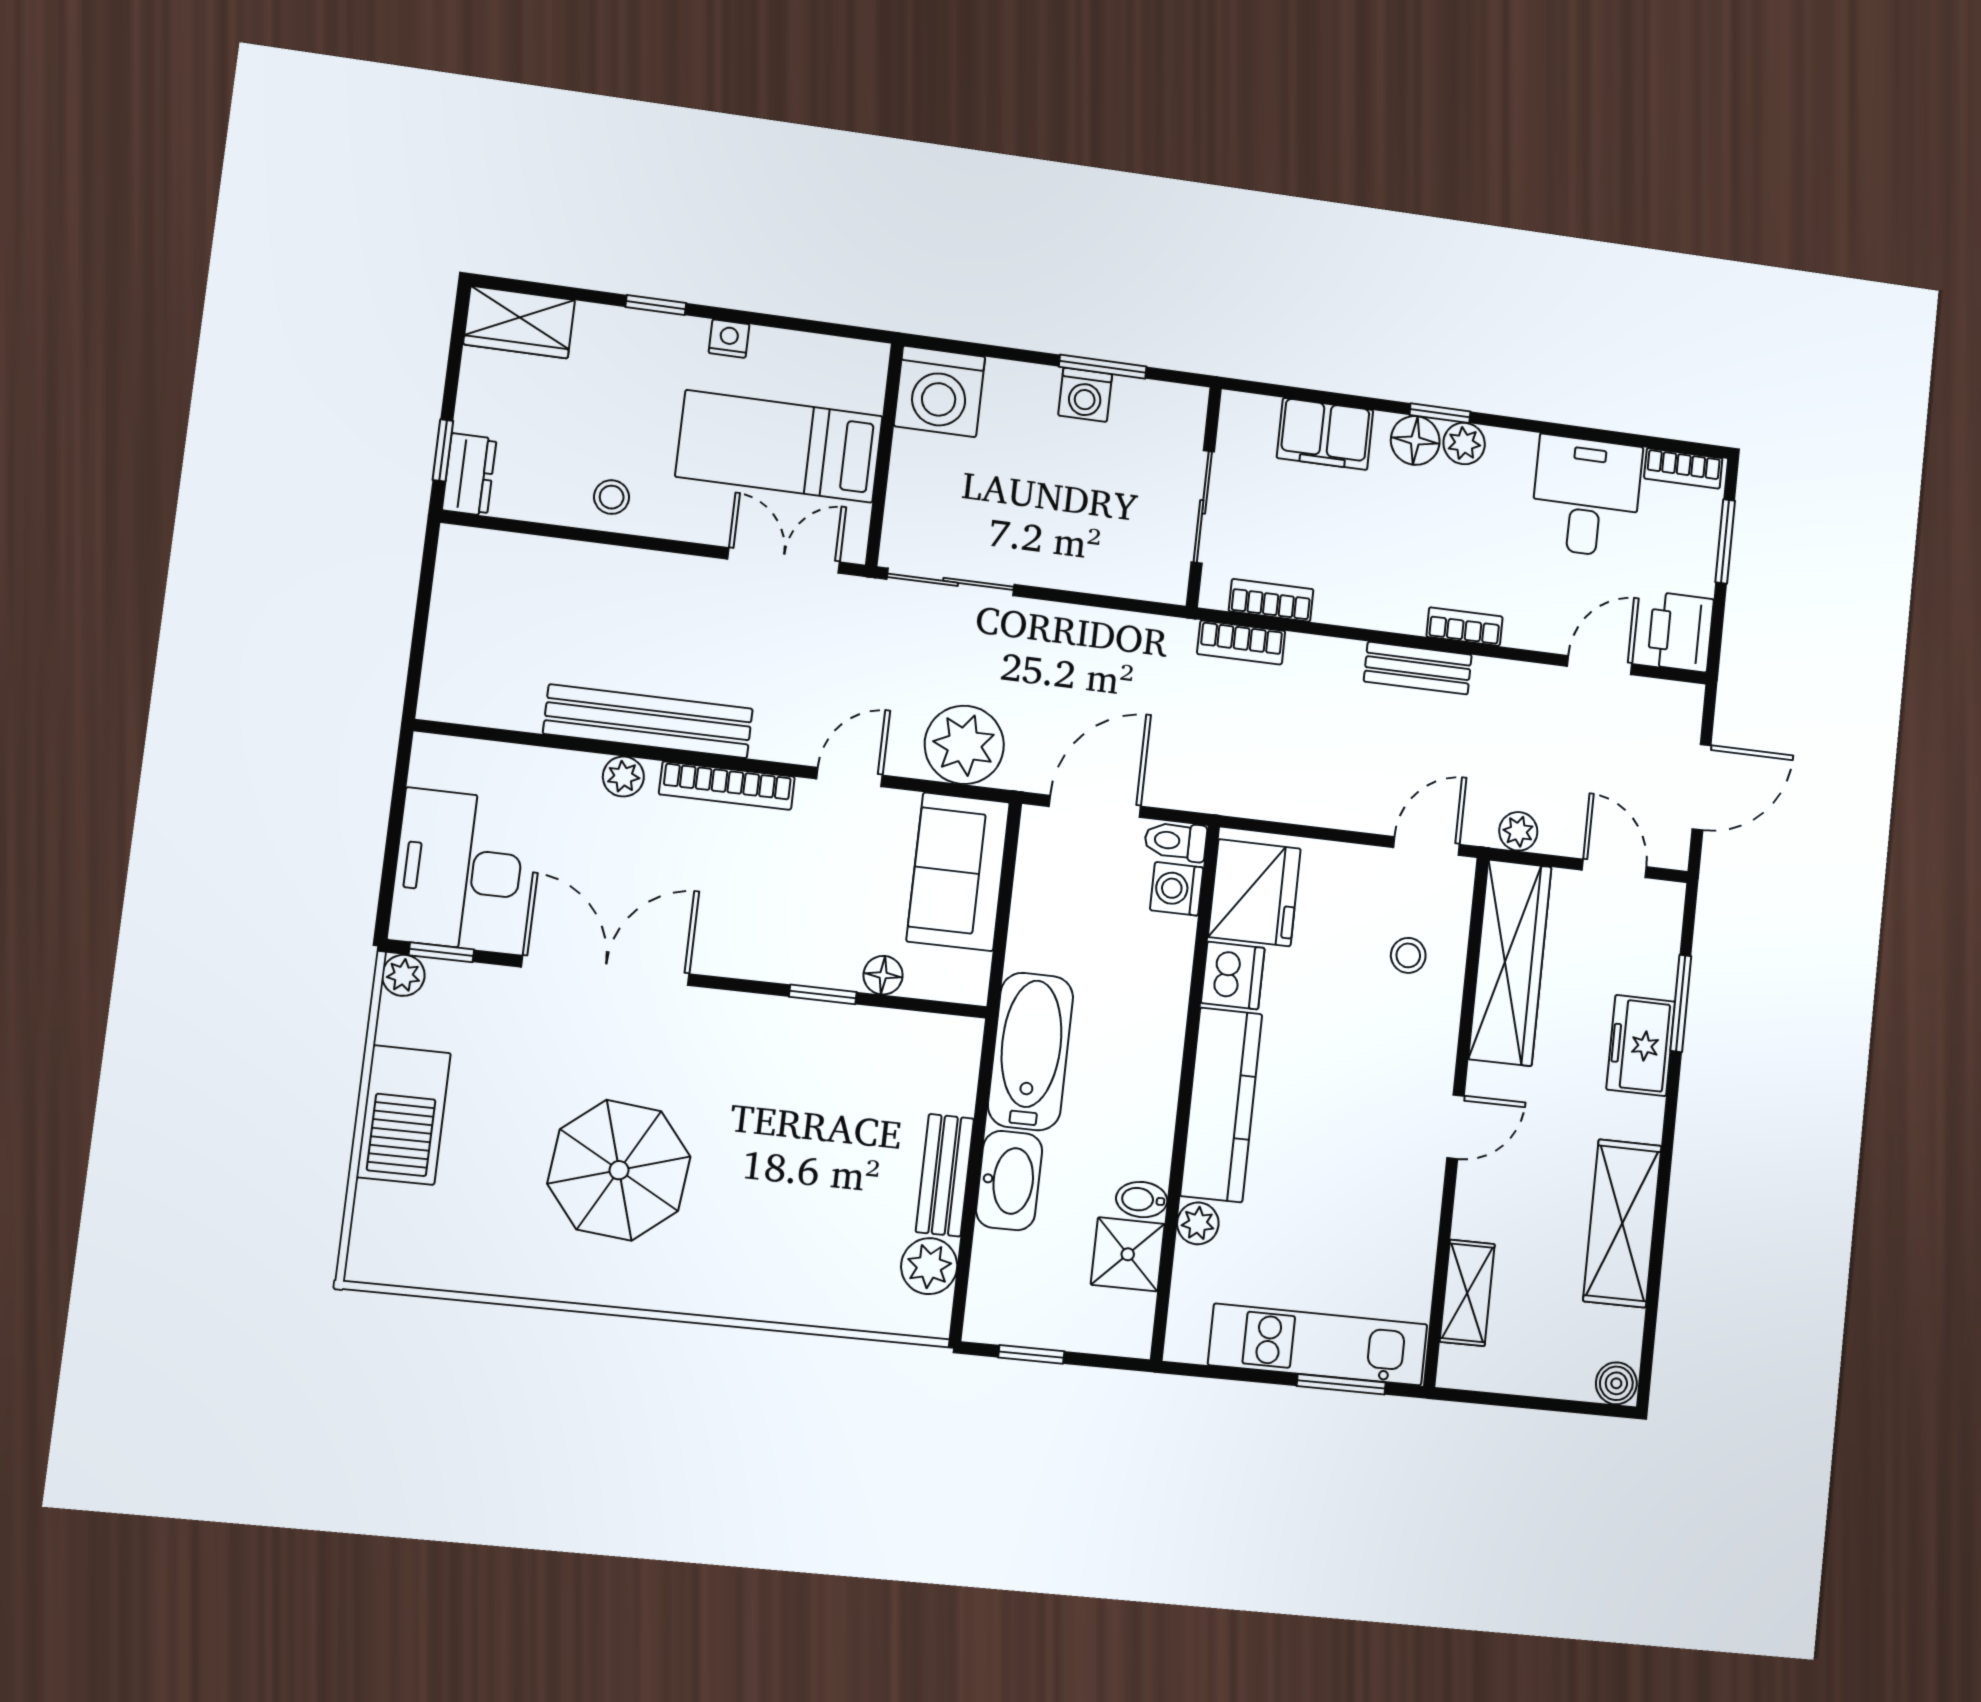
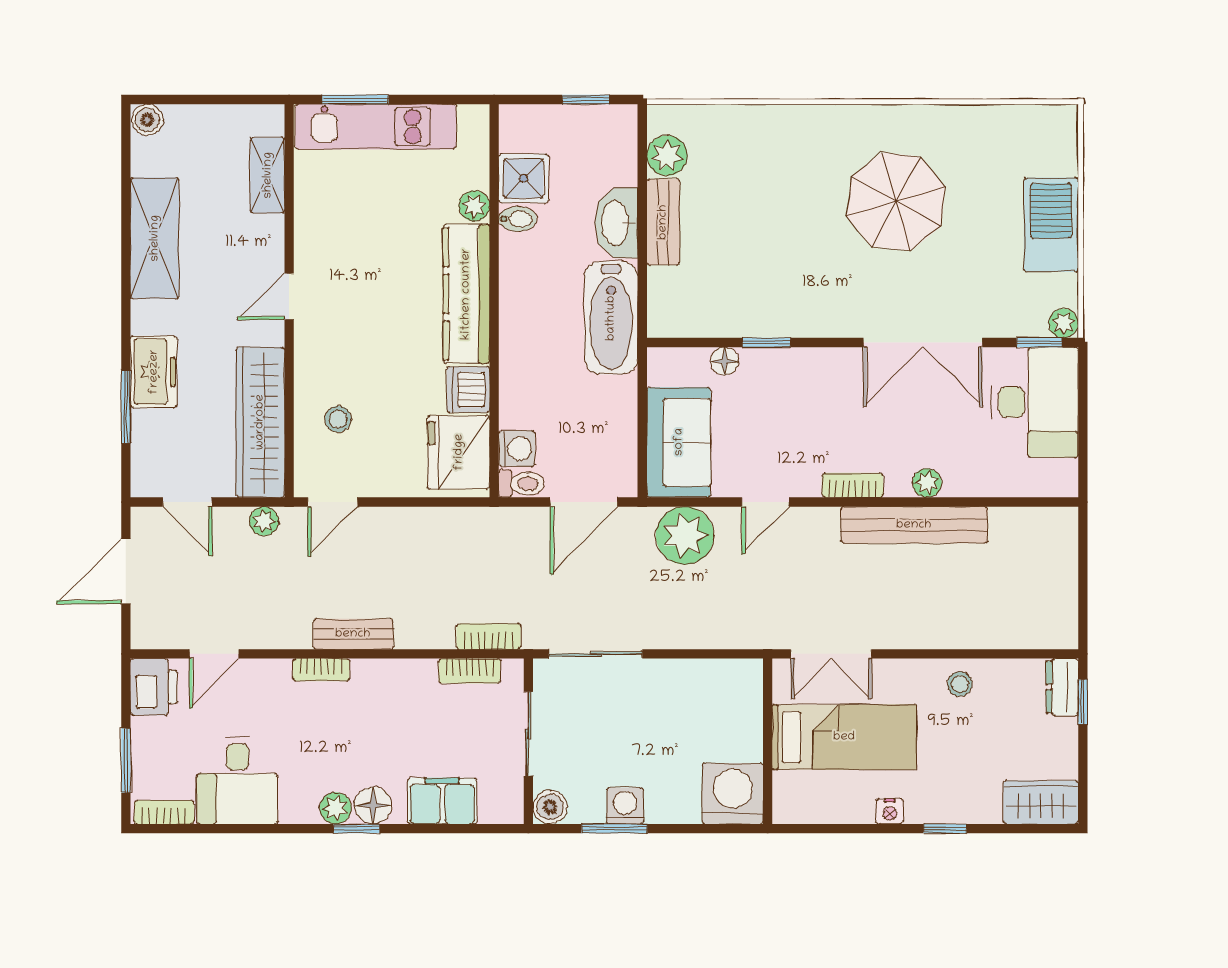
boiler: (1185, 407) -> (550, 807), added
sliding door: (951, 582) -> (596, 654), moved
bookcase: (727, 786) -> (853, 485), width x0.64

